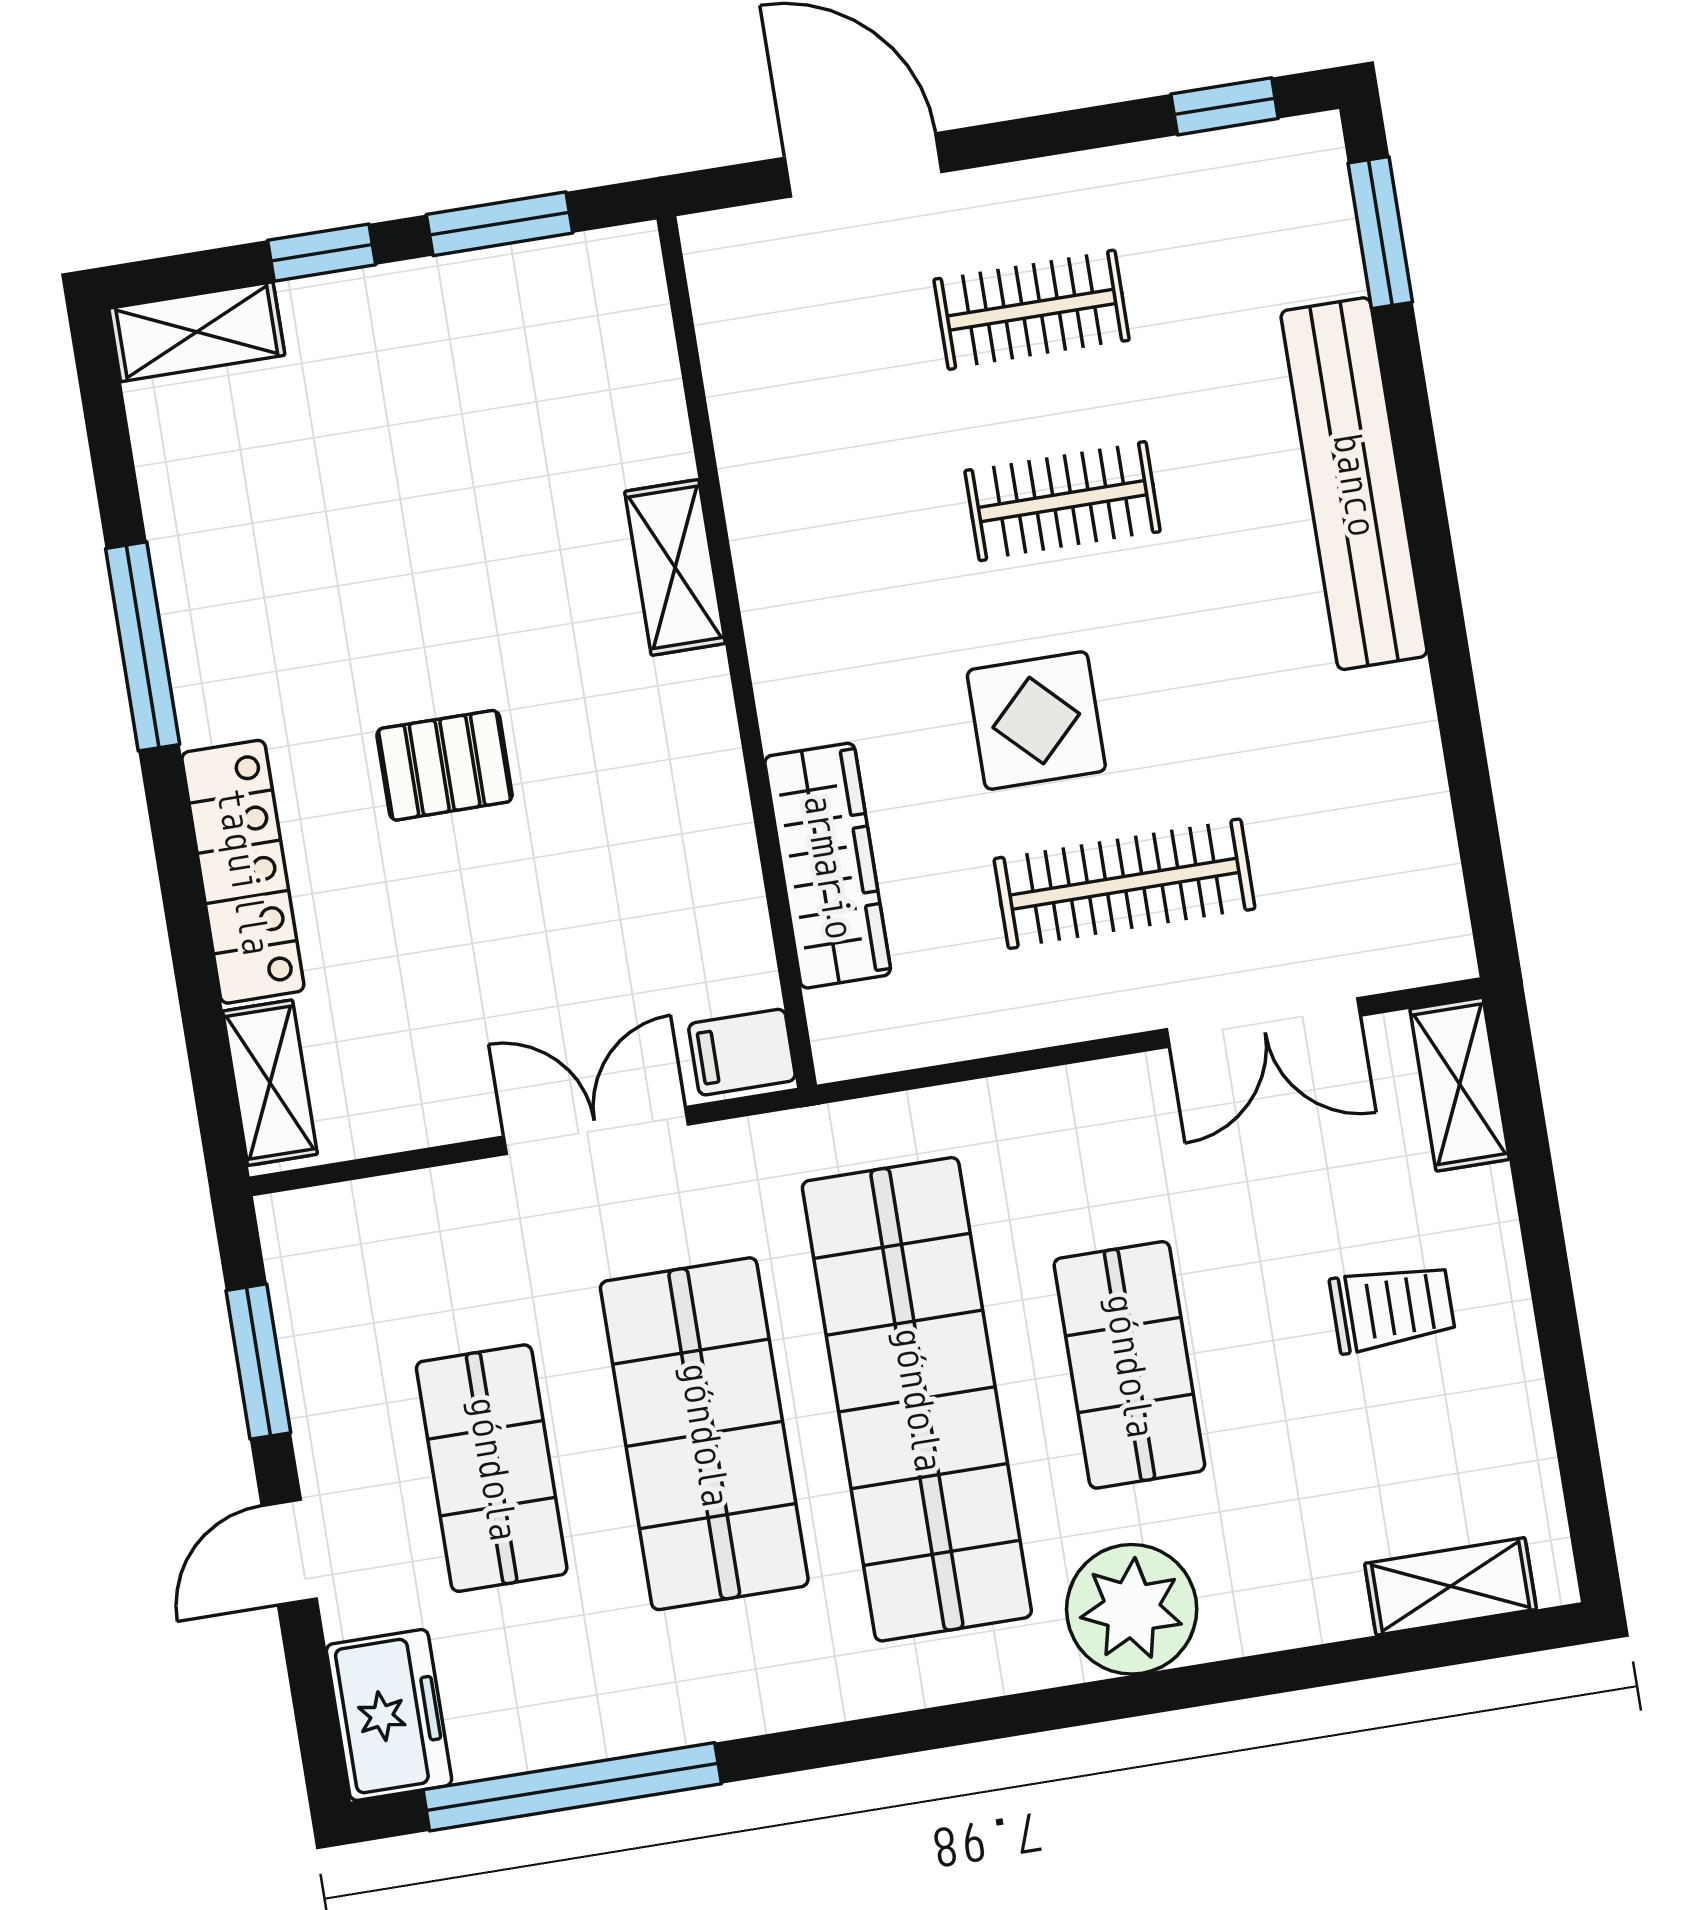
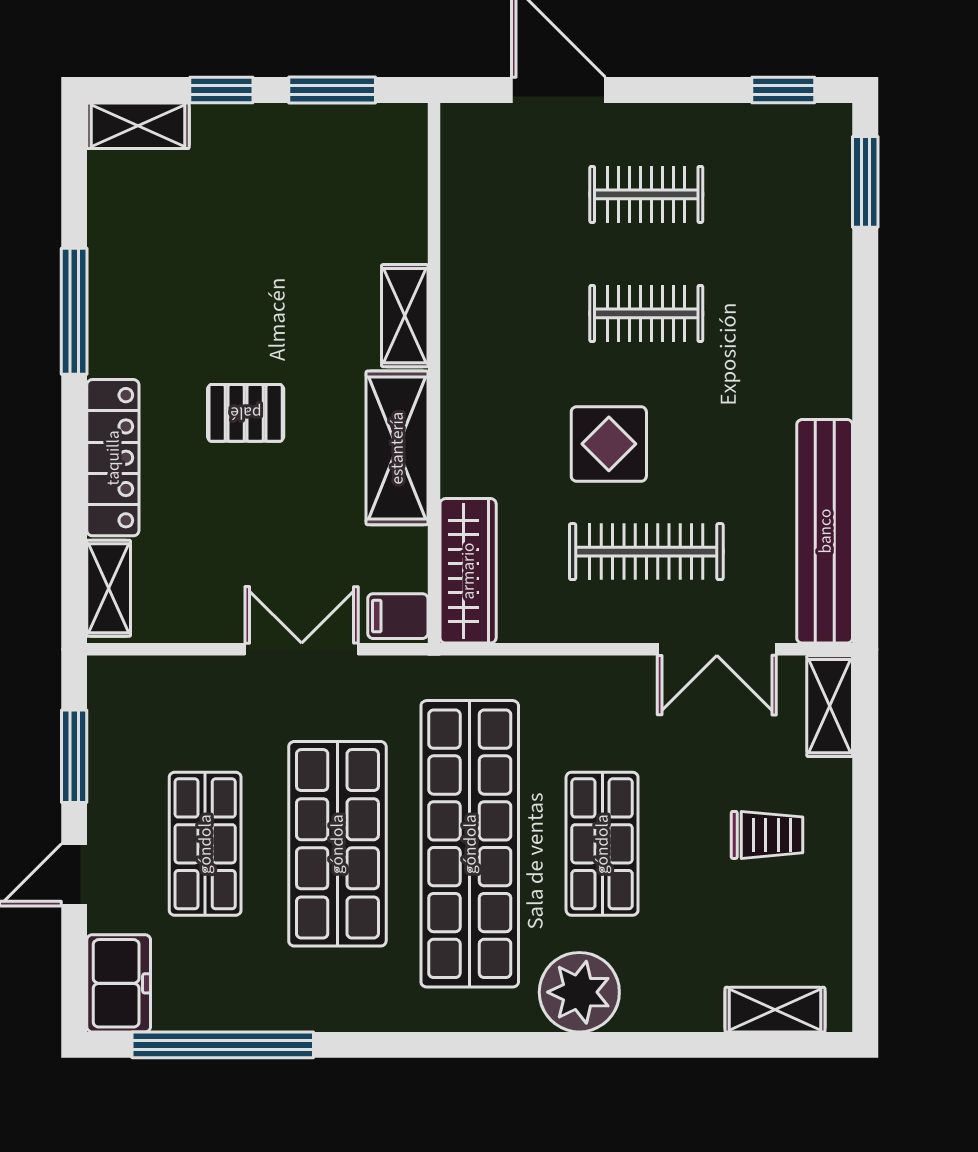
bench: (1354, 484) -> (825, 531), moved
shelving: (697, 782) -> (397, 448), added
wardrobe: (828, 866) -> (468, 571), moved

